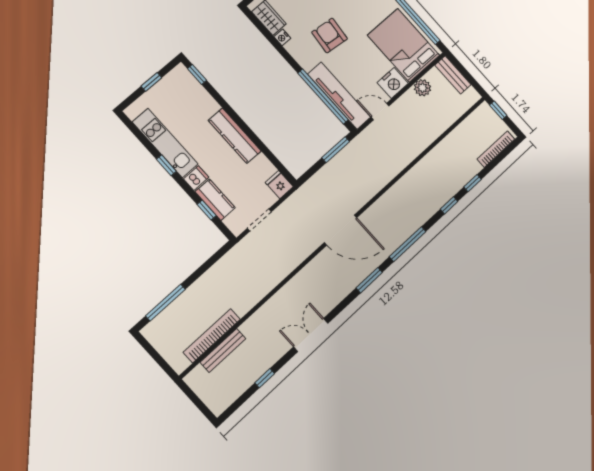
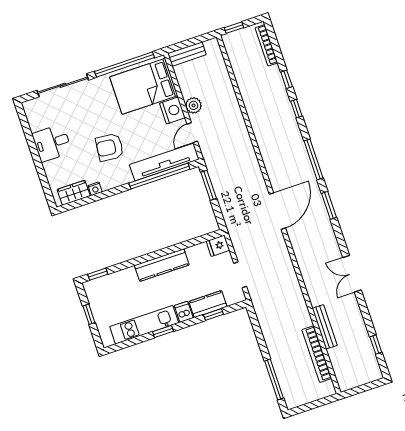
plant: (422, 88) -> (194, 105), moved
bench: (223, 350) -> (325, 327), moved
window: (265, 378) -> (376, 345), moved

